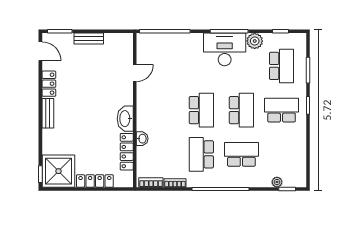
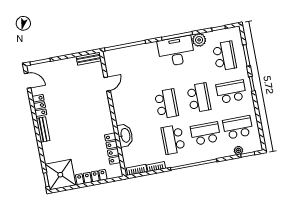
bench: (89, 39) -> (89, 59), moved
washbasin: (125, 119) -> (106, 122), removed
washbasin: (142, 139) -> (125, 135), width x1.91, depth x1.45
school desk: (282, 154) -> (238, 127), added

